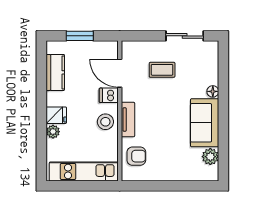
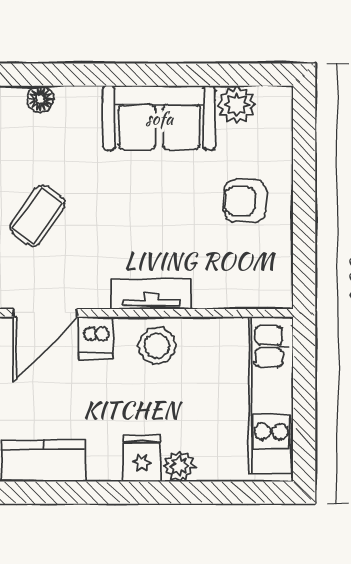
coffee table: (162, 70) -> (38, 216), turned 35
floor lamp: (213, 91) -> (41, 99), moved
armchair: (136, 156) -> (245, 201), moved, turned -90

